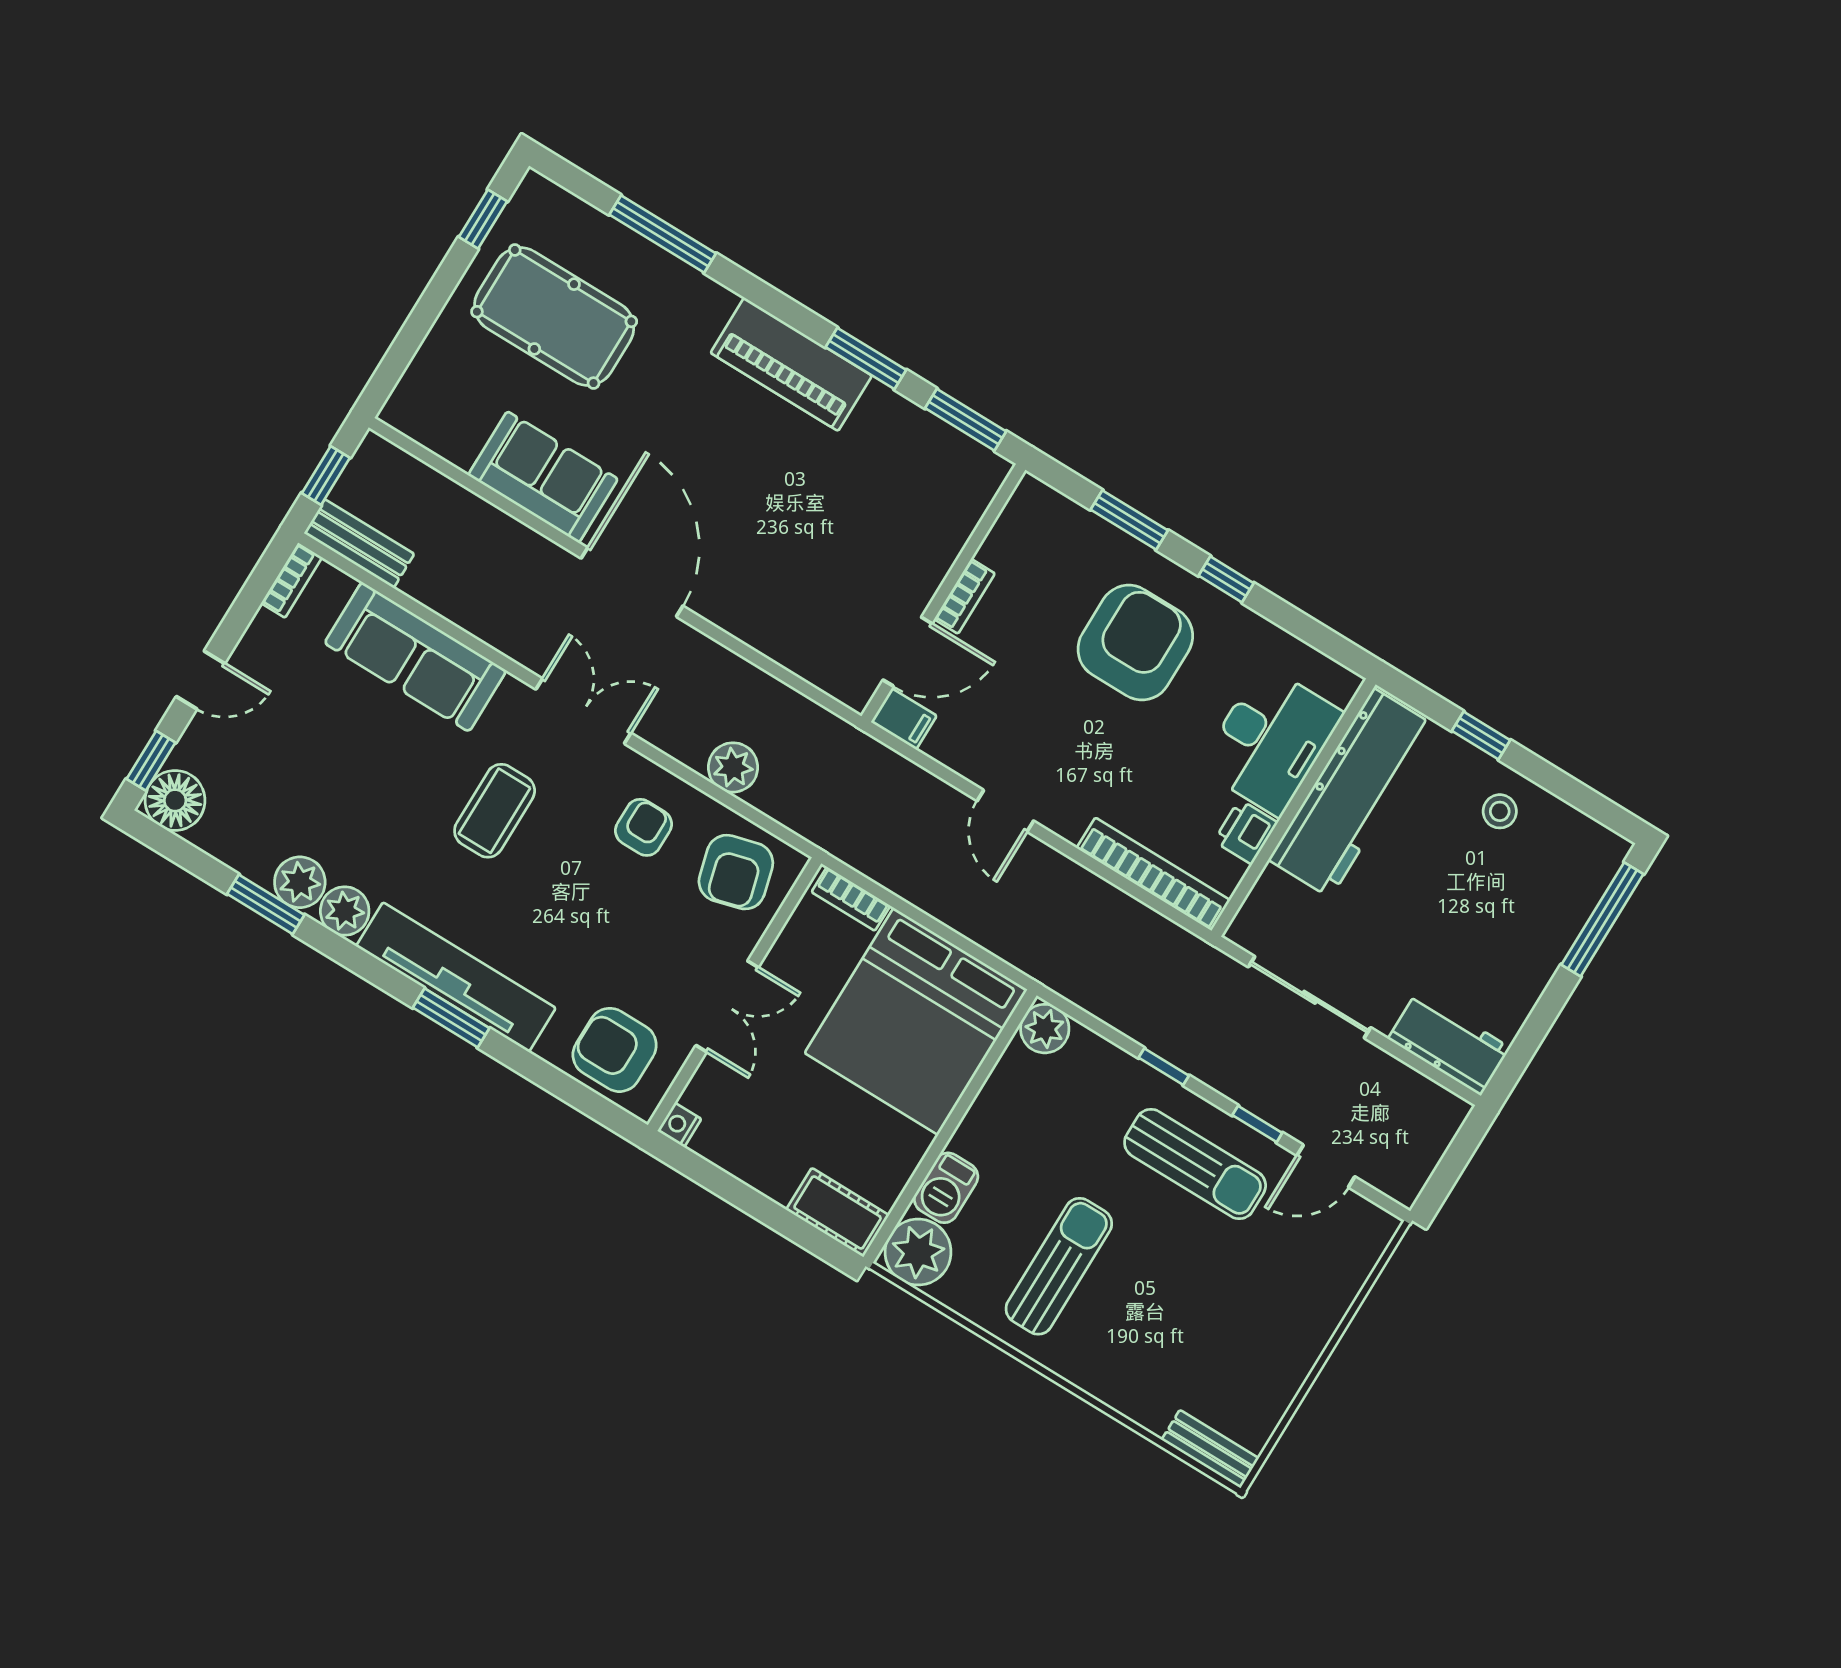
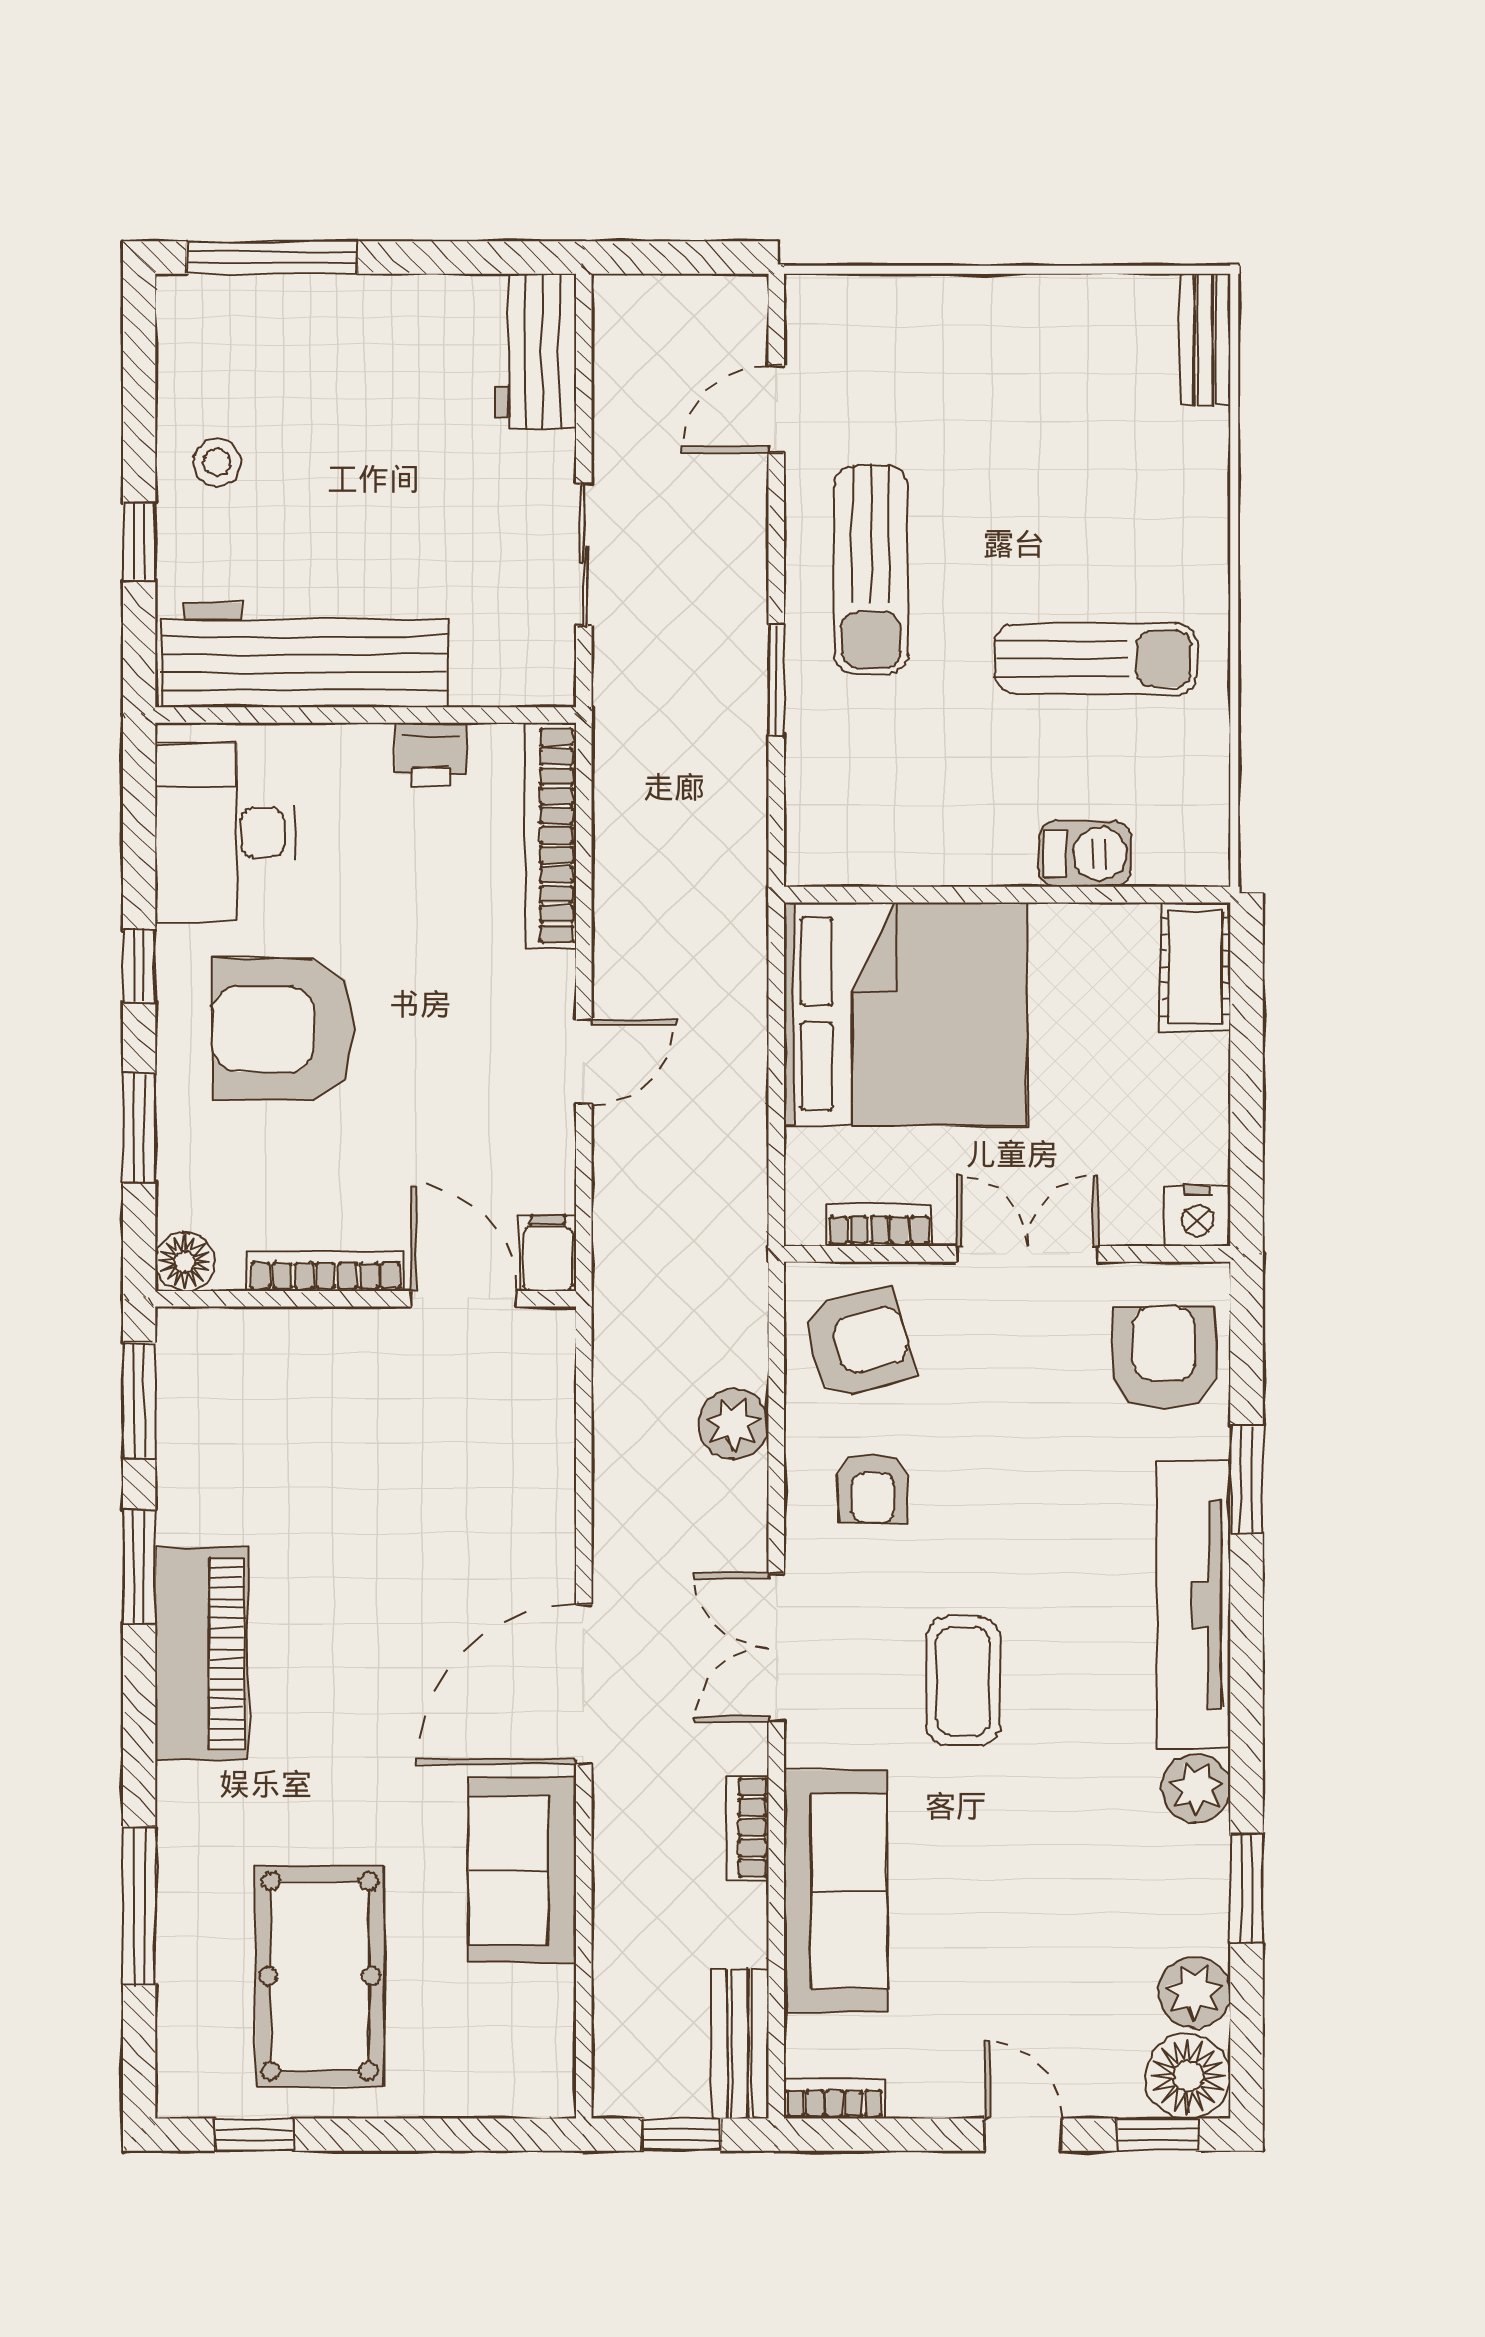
floor lamp: (1032, 498) -> (185, 1261), added
bookcase: (964, 596) -> (326, 1271), width x1.56
bookcase: (486, 627) -> (747, 1828), added
desk: (1271, 740) -> (225, 832), moved, turned -90
coffee table: (495, 811) -> (963, 1681), turned 90
armchair: (643, 827) -> (873, 1488), turned -90
plant: (300, 882) -> (1194, 1992), moved
bookcase: (851, 899) -> (879, 1225), moved, turned -90
sliding door: (1310, 997) -> (584, 555), width x0.73
window: (451, 1018) -> (1246, 1479), moved
plant: (1045, 1029) -> (818, 852), removed
armchair: (615, 1050) -> (1164, 1358), turned 180
window: (1164, 1067) -> (776, 680), width x1.50
window: (1257, 1124) -> (776, 524), removed
nightstand: (679, 1125) -> (1197, 1216), width x1.39, depth x1.35
sun lounger: (1195, 1164) -> (871, 570), turned 180
door: (1326, 1166) -> (776, 409), swing flipped
plant: (918, 1252) -> (1183, 840), removed
sun lounger: (1059, 1266) -> (1096, 659), turned 180

